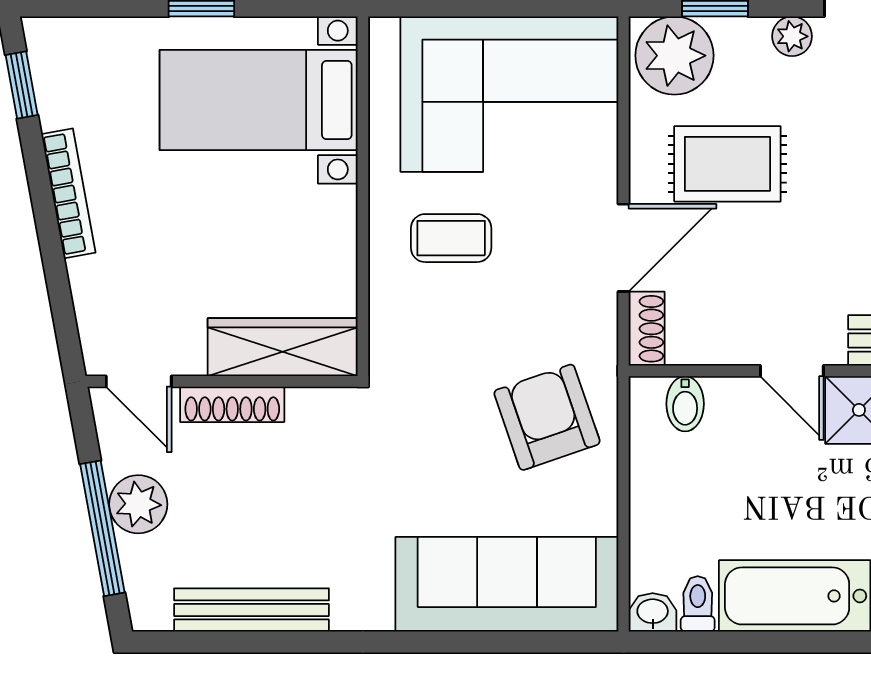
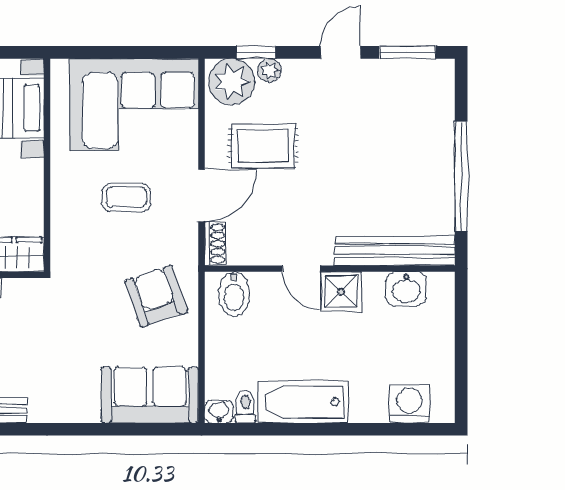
plant: (792, 36) -> (269, 70), moved
coffee table: (451, 238) -> (126, 197), moved
bidet: (685, 404) -> (234, 294), width x1.38, depth x1.36
sofa: (507, 584) -> (150, 395), width x0.73

